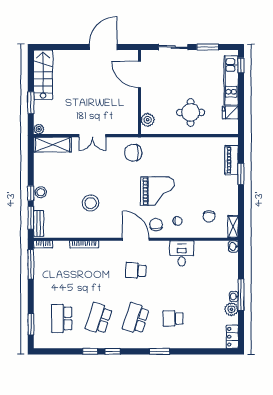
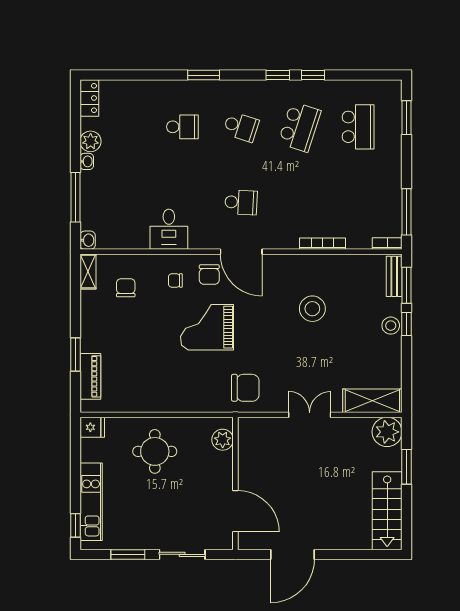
fridge: (230, 113) -> (92, 427), moved
plant: (39, 129) -> (387, 432), width x1.87, depth x1.87
window: (241, 295) -> (75, 197), moved
school desk: (136, 318) -> (241, 127), width x0.54

